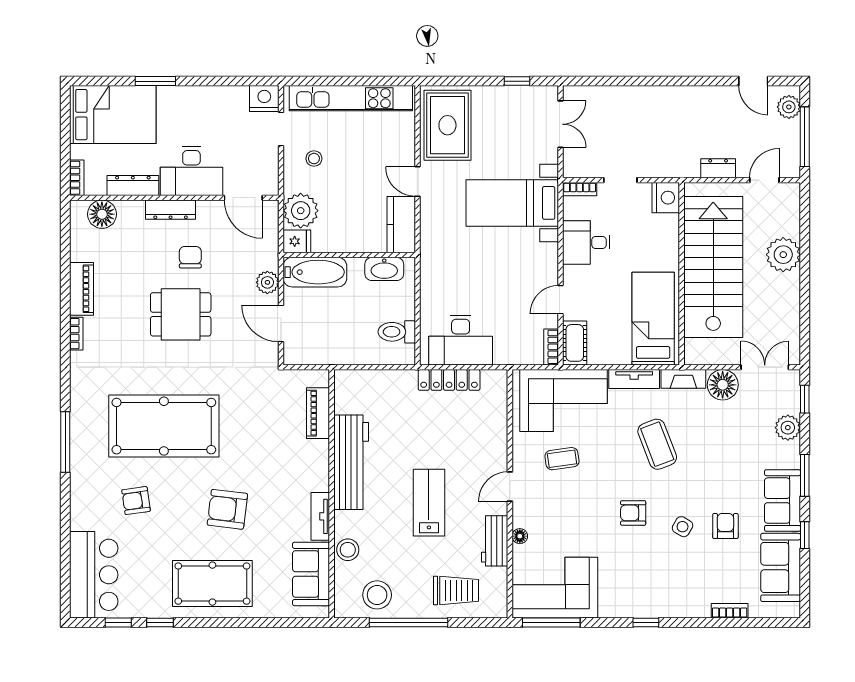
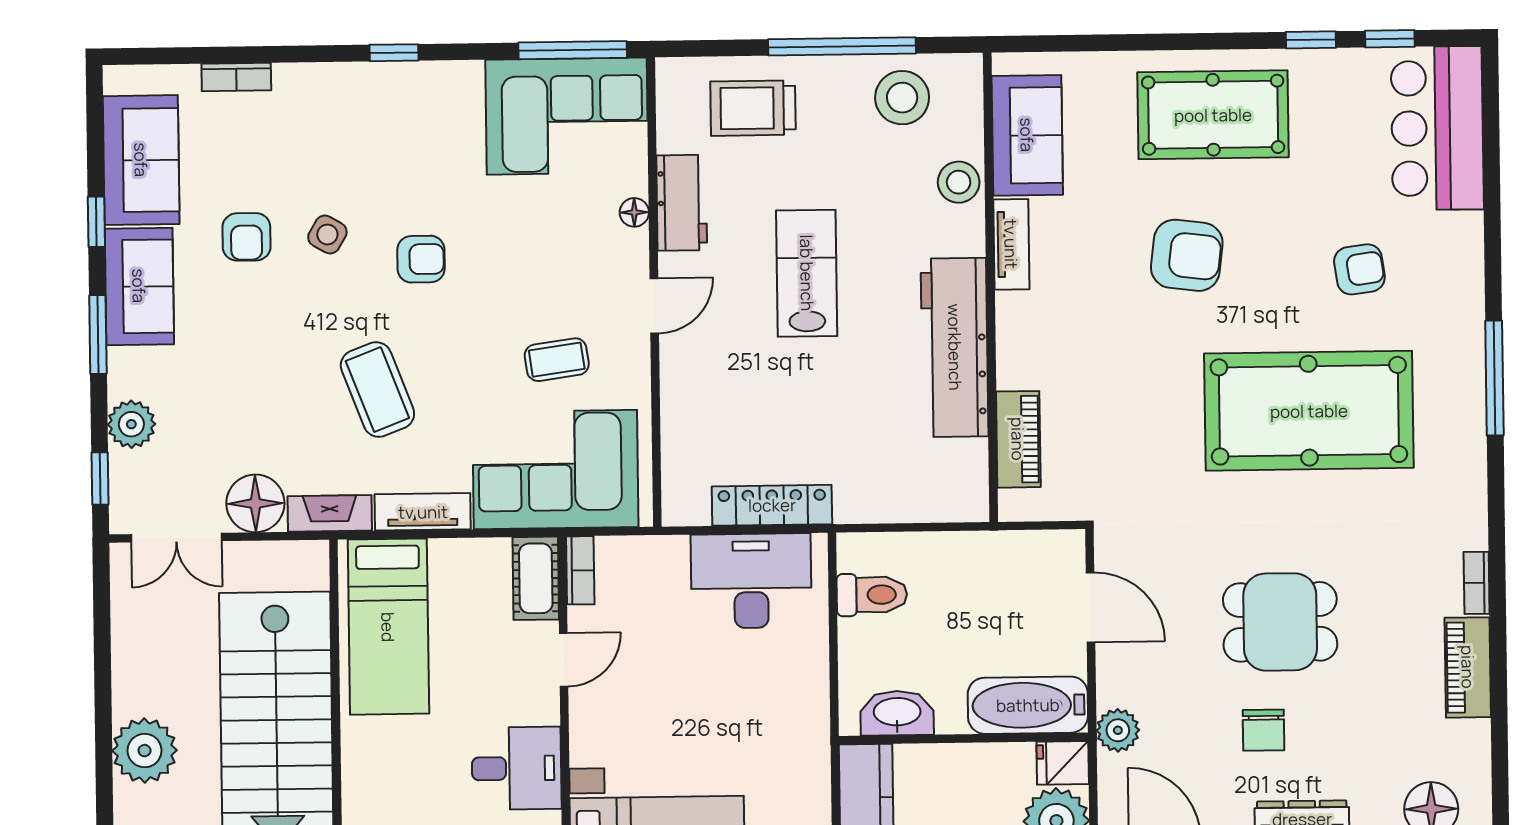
plant: (267, 282) -> (1118, 730), moved
lab bench: (429, 503) -> (807, 273), turned 180

